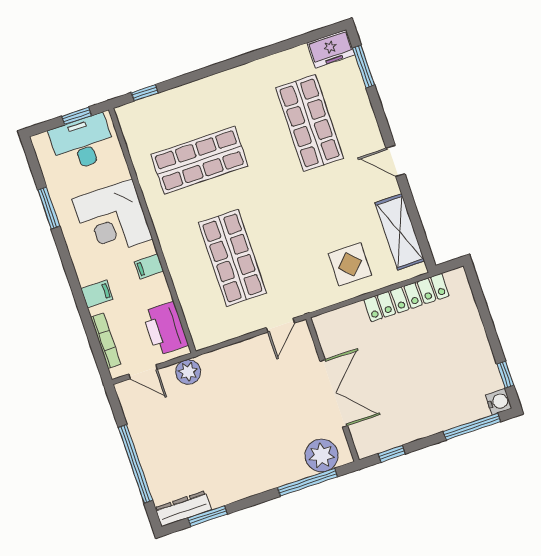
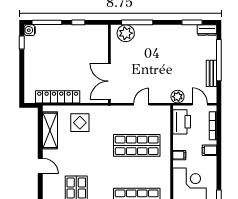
shop shelf: (232, 258) -> (137, 145), turned 90
door: (280, 325) -> (141, 104), moved
double door: (334, 393) -> (109, 81), moved
bench: (141, 435) -> (211, 73), added
window: (391, 454) -> (78, 22), moved
dresser: (183, 509) -> (207, 30), width x0.70

